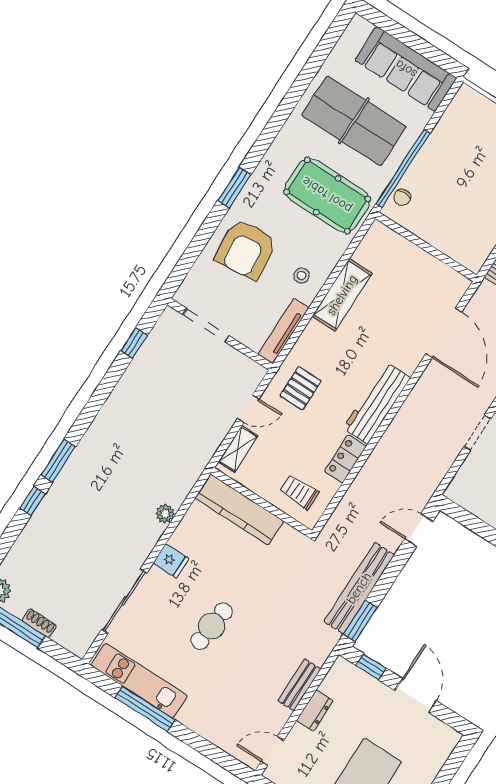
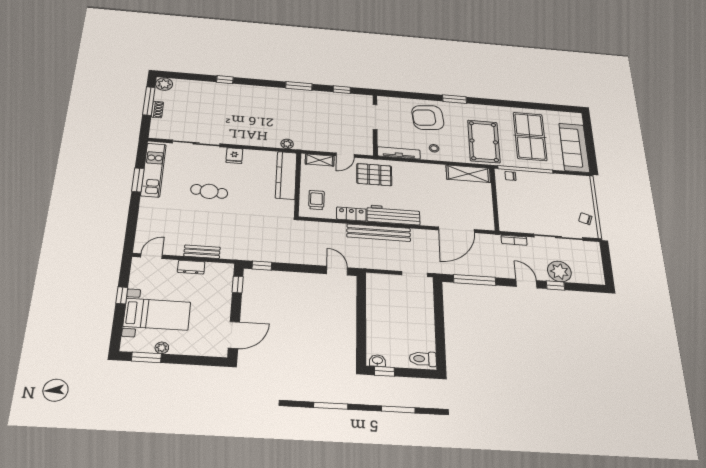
shelving: (342, 295) -> (468, 174), moved
pallet: (300, 388) -> (374, 175), width x1.50, depth x1.42
door: (248, 409) -> (345, 155), hinge flipped
window: (58, 461) -> (299, 86), moved
plant: (165, 514) -> (287, 144), moved
bench: (359, 588) -> (379, 233), moved
window: (360, 621) -> (262, 266), width x0.67
door: (416, 696) -> (234, 335), moved
window: (145, 709) -> (138, 180), width x0.69
door: (272, 751) -> (151, 256), hinge flipped

